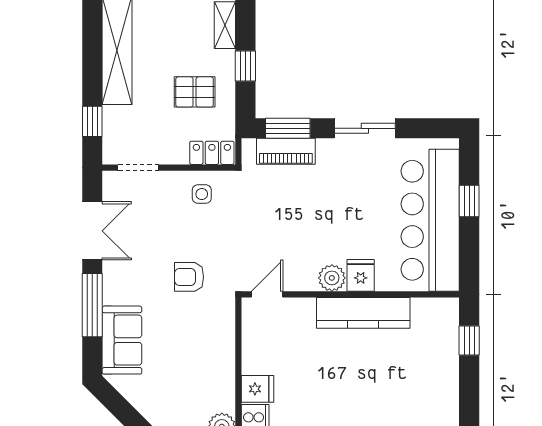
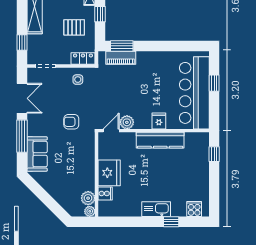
sliding door: (365, 128) -> (161, 46), removed
plant: (332, 278) -> (127, 122), moved
fridge: (258, 389) -> (109, 173), width x1.88, depth x1.34

